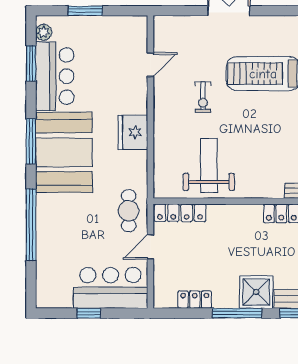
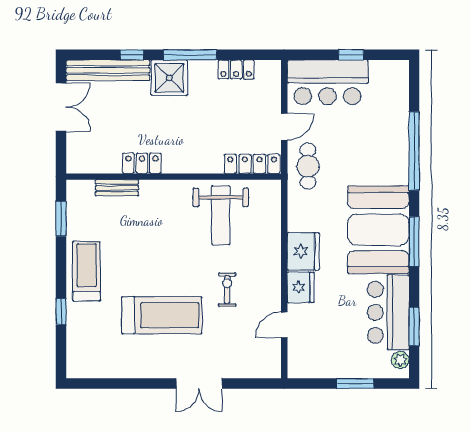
fridge: (135, 99) -> (301, 287), added

